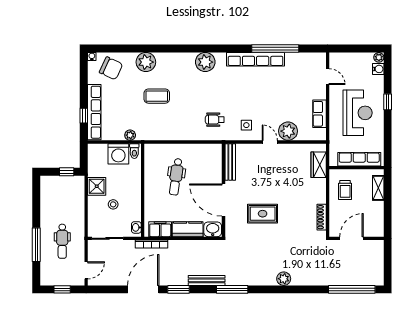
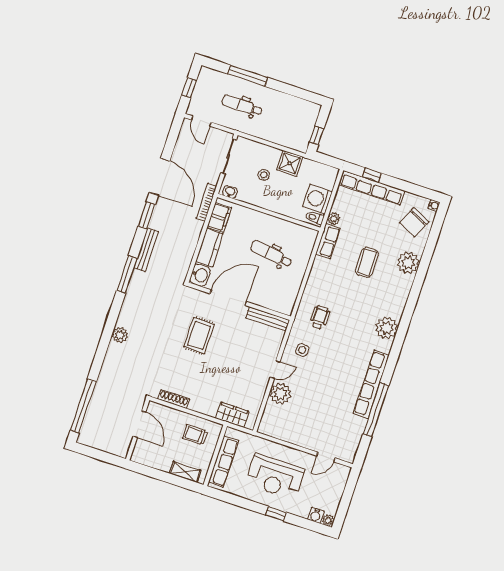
row of seats: (319, 114) -> (328, 241), moved, turned 90

